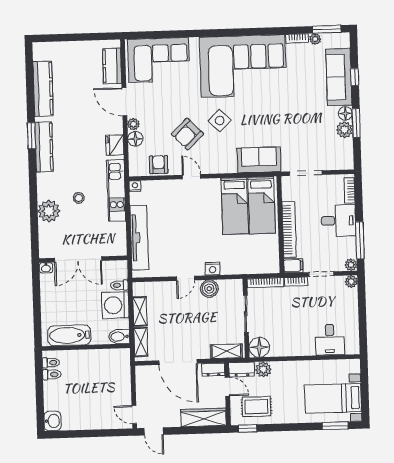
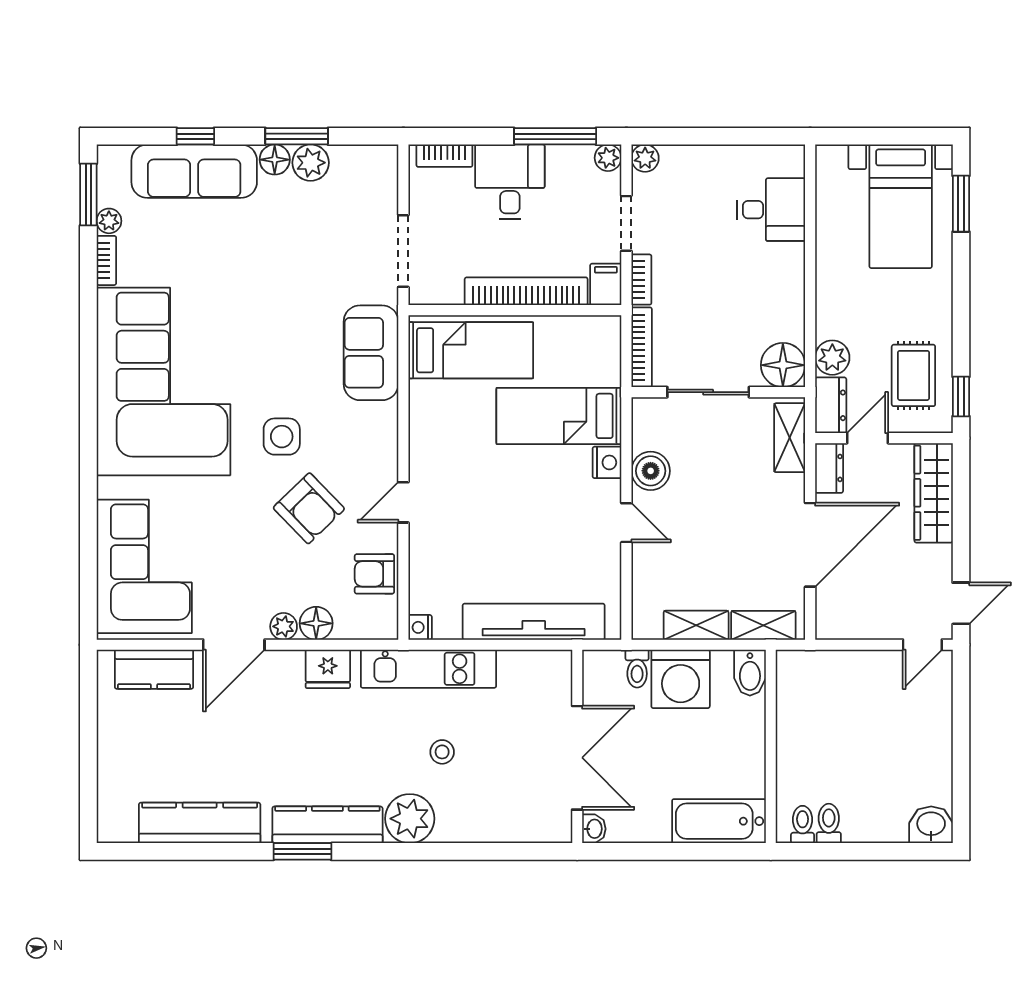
side table: (220, 121) -> (282, 437), turned 45
bed: (235, 206) -> (559, 416), moved, turned 180
plant: (49, 211) -> (410, 819), moved
bathtub: (69, 335) -> (719, 821), moved, turned 90

